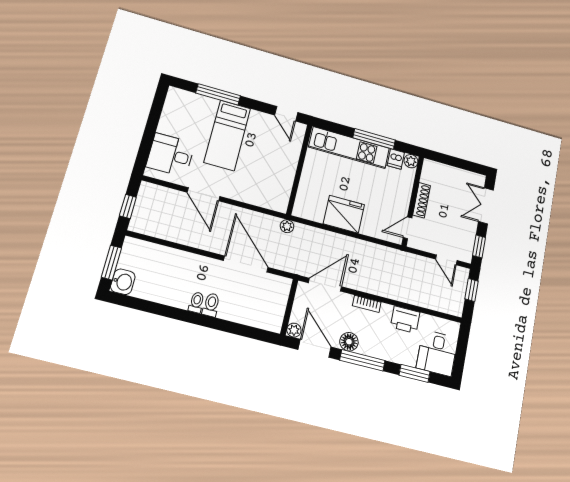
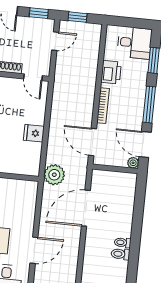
fridge: (344, 214) -> (34, 133), width x0.53, depth x0.75
plant: (287, 226) -> (54, 175), width x1.88, depth x1.88
bookcase: (367, 304) -> (103, 106), width x1.56
toilet: (211, 305) -> (120, 254), moved
floor lamp: (349, 342) -> (136, 117), removed
door: (315, 348) -> (145, 144), hinge flipped

